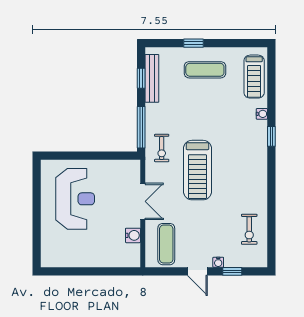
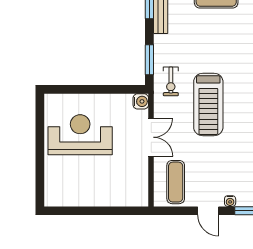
window: (141, 127) -> (149, 60), width x0.69
reception desk: (75, 199) -> (80, 135), turned -90
water cooler: (133, 235) -> (141, 101), moved

